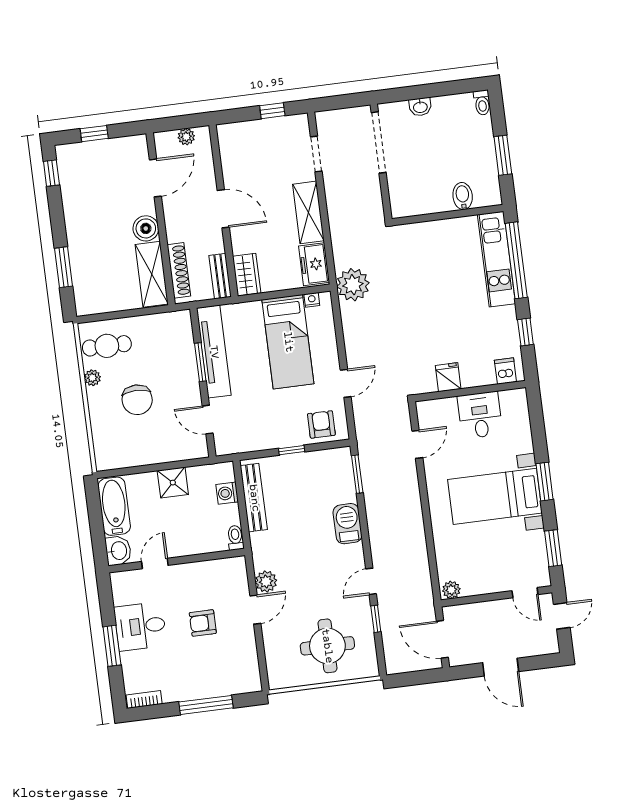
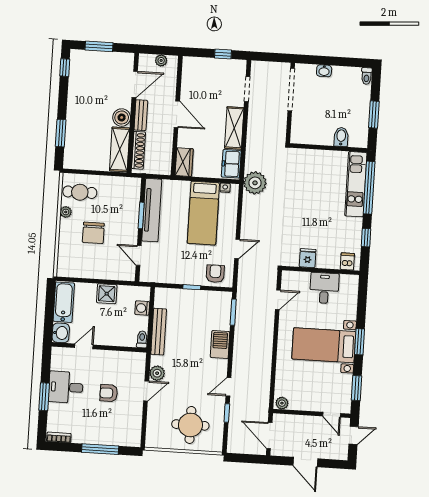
window: (94, 134) -> (99, 46), width x1.50
bench: (220, 276) -> (141, 115), moved
bench: (254, 498) -> (159, 332), moved

